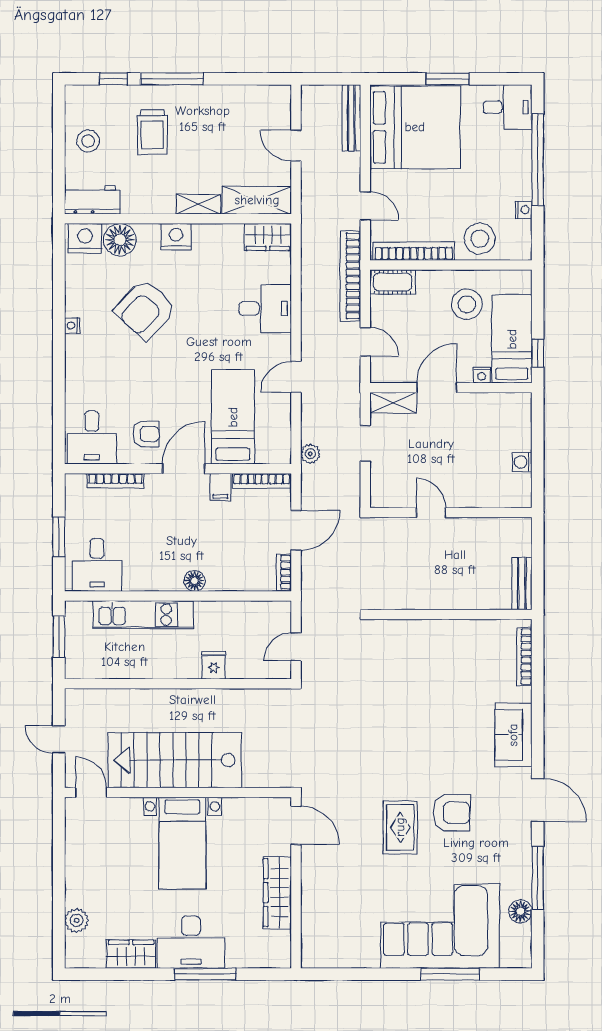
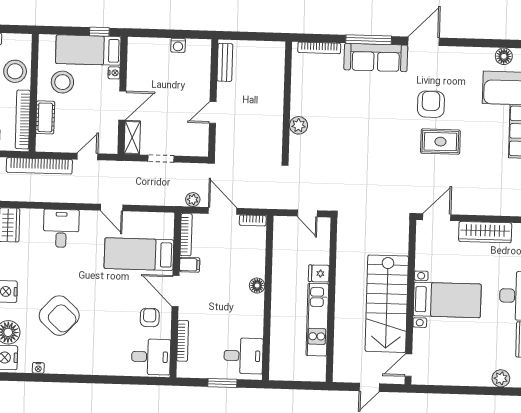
cot: (393, 282) -> (45, 117), moved
nightstand: (72, 326) -> (38, 368), moved
door: (437, 388) -> (122, 106), swing flipped
plant: (310, 454) -> (193, 200), moved
bench: (522, 583) -> (225, 62), moved, turned 90
kitchen unit: (143, 615) -> (317, 320), moved, turned 180
plant: (417, 631) -> (299, 125), added
window: (59, 637) -> (295, 385), removed
sofa: (513, 735) -> (376, 57), width x1.36
window: (538, 878) -> (369, 40), moved

